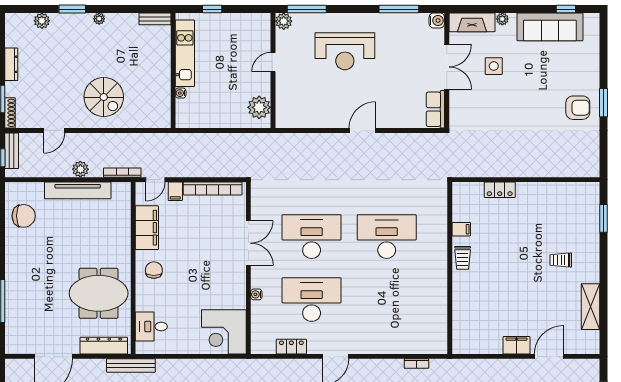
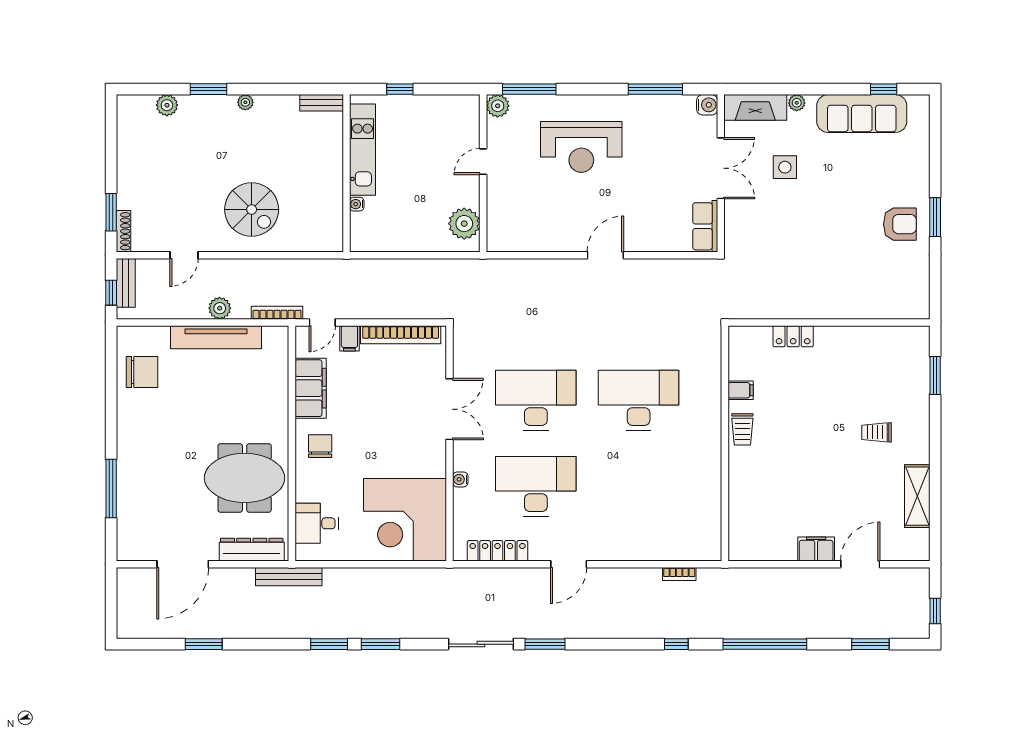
dresser: (11, 64) -> (125, 165), removed
corner desk: (224, 332) -> (405, 520), width x1.36, depth x1.36
locker: (291, 347) -> (498, 551), width x1.53

